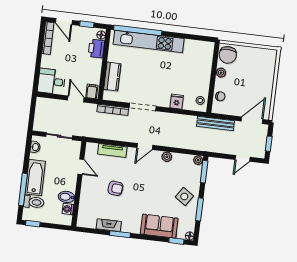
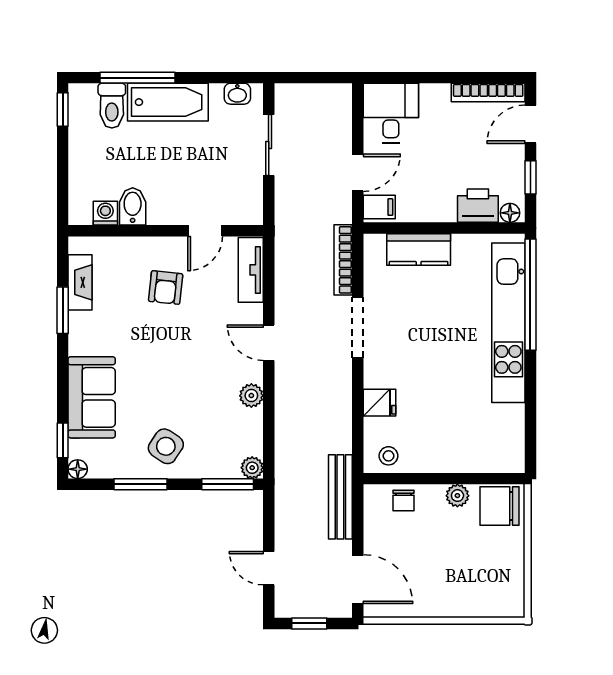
door: (81, 167) -> (205, 231), moved
wall: (79, 184) -> (166, 231), moved
bidet: (66, 197) -> (133, 206), moved
washing machine: (68, 209) -> (105, 213), moved

